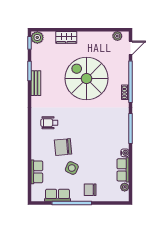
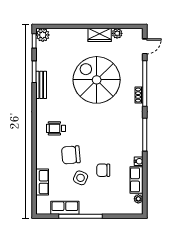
plant: (117, 36) -> (117, 33), moved
wardrobe: (66, 37) -> (100, 35), moved
chair: (90, 190) -> (103, 170), moved

